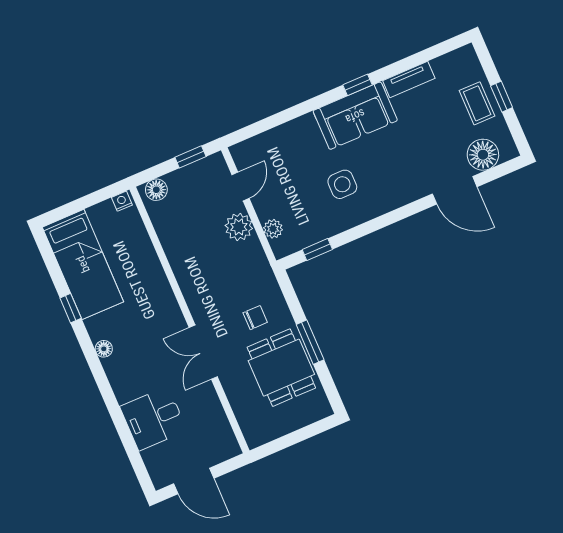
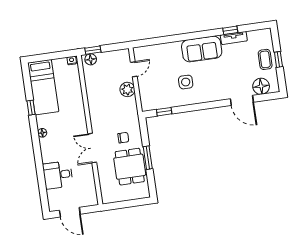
window: (357, 85) -> (230, 30), moved
window: (190, 157) -> (93, 50), moved
plant: (273, 229) -> (144, 95), removed

